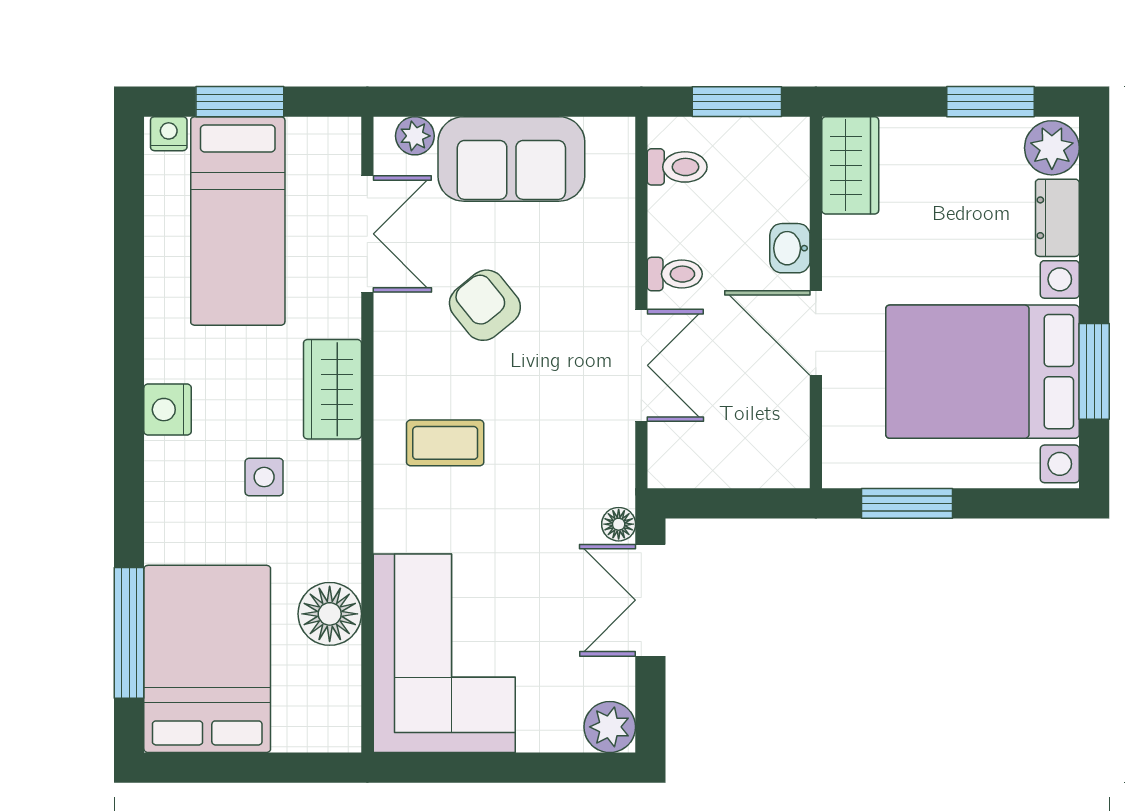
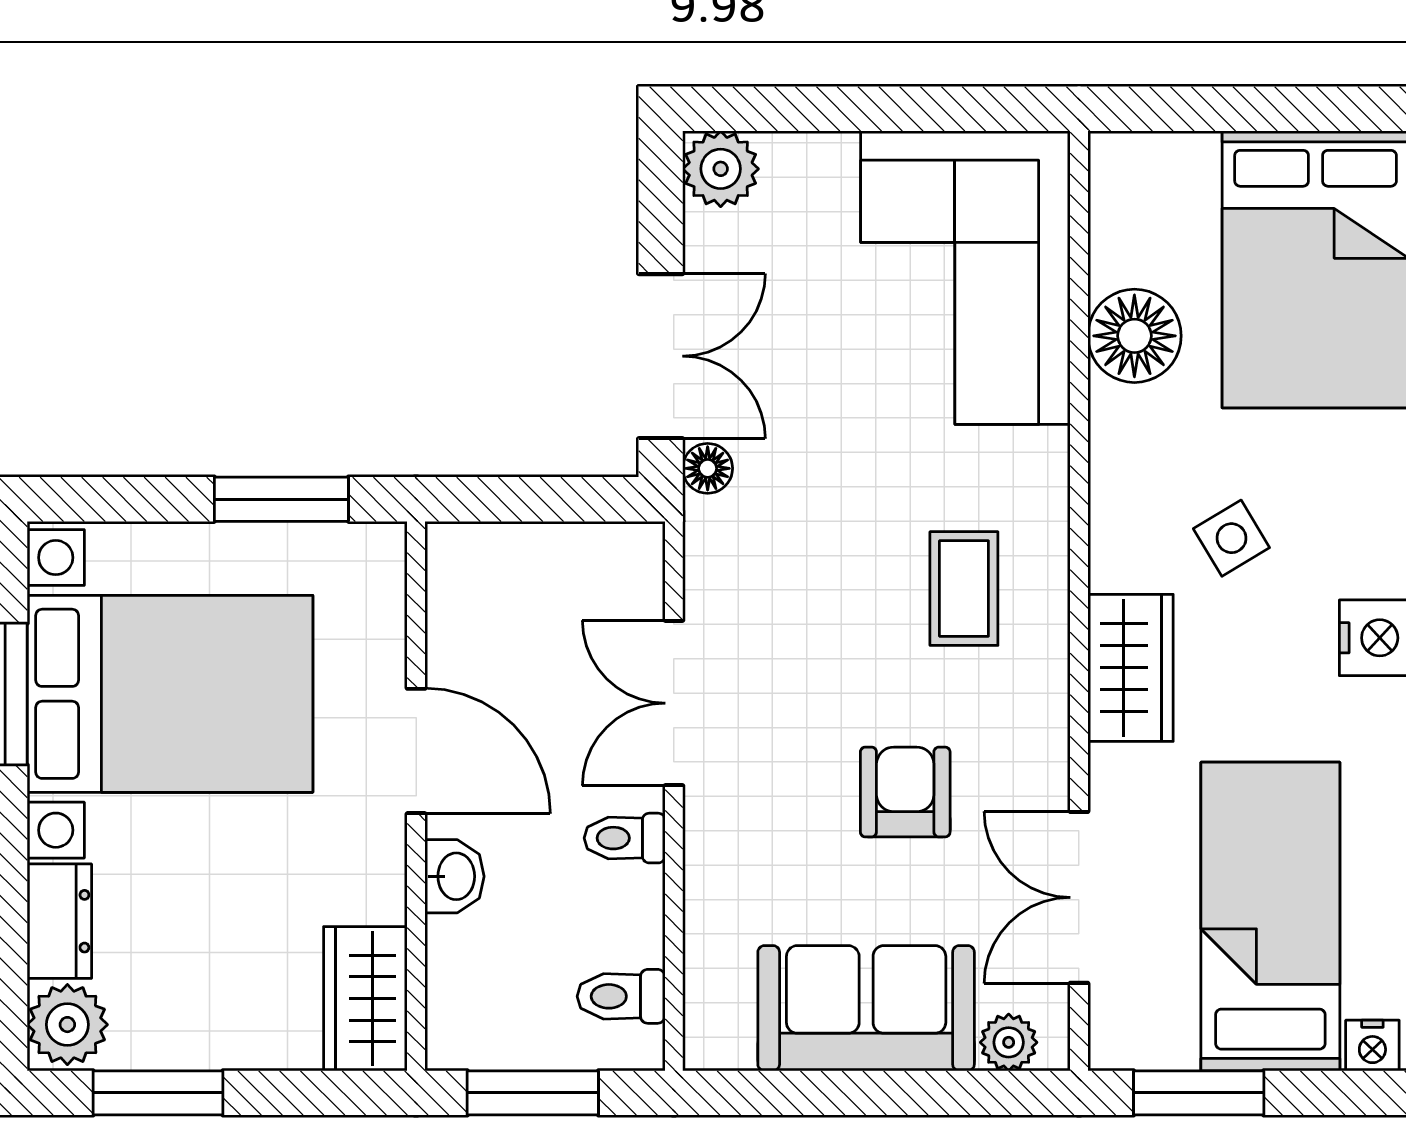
window: (240, 102) -> (1199, 1093), moved
armchair: (485, 305) -> (905, 792), turned -141
coffee table: (445, 443) -> (964, 589), turned 90
side table: (264, 477) -> (1231, 538), turned -31

